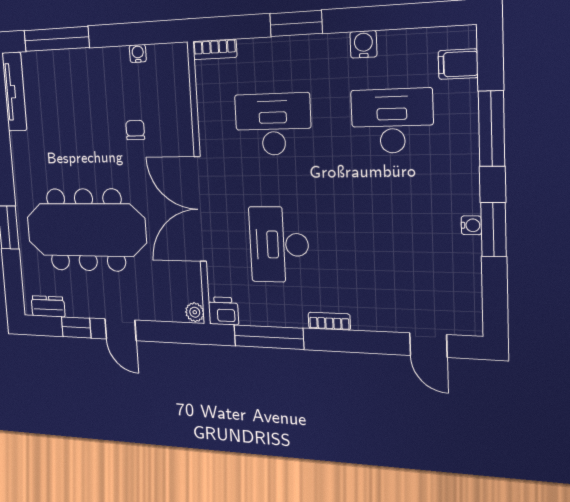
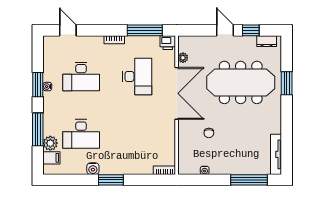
window: (296, 23) -> (111, 180), moved
plant: (461, 98) -> (50, 143), added
desk: (273, 124) -> (81, 76), moved
plant: (195, 312) -> (183, 58), moved

